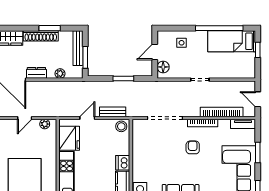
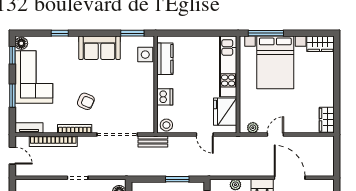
window: (123, 78) -> (177, 179), moved
bench: (113, 112) -> (153, 141), moved
door: (87, 118) -> (205, 135), hinge flipped
armchair: (193, 147) -> (86, 101), turned -67
dishwasher: (123, 163) -> (165, 97), moved

